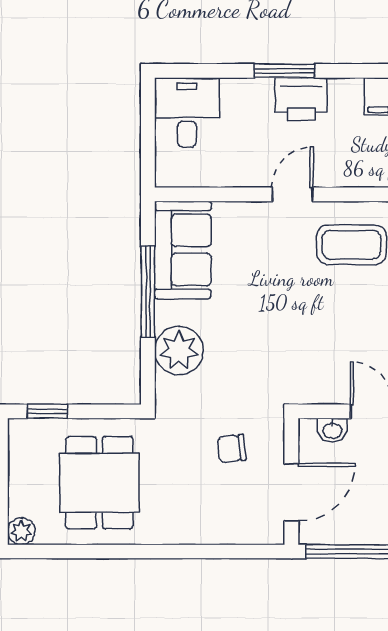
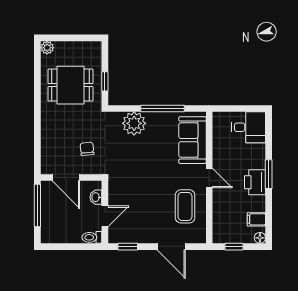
sofa: (183, 250) -> (192, 140), moved, turned 90
window: (47, 411) -> (105, 81), moved

